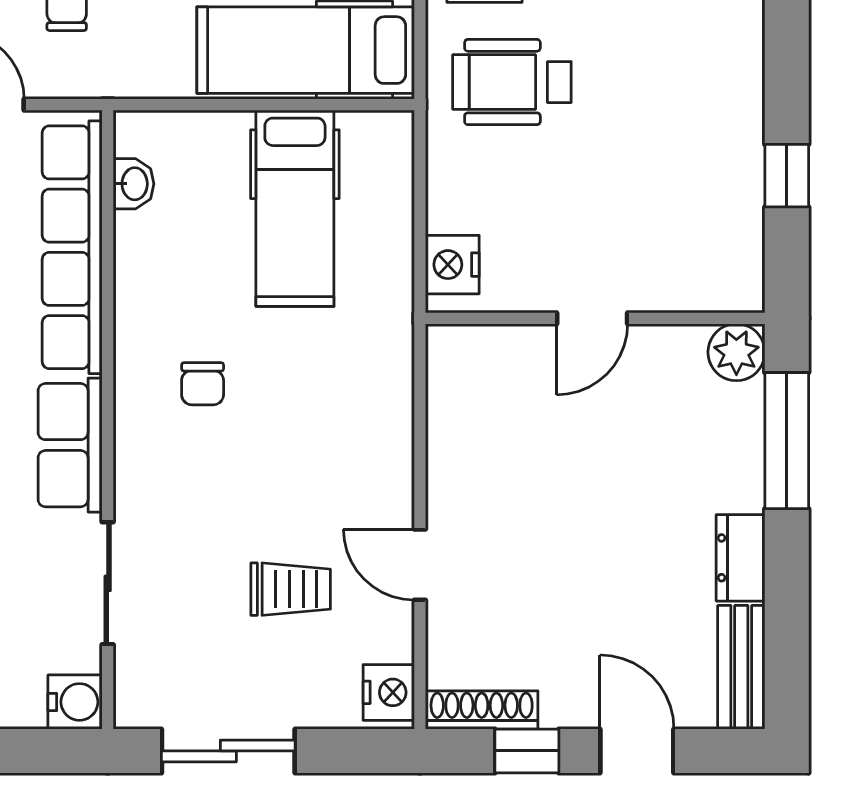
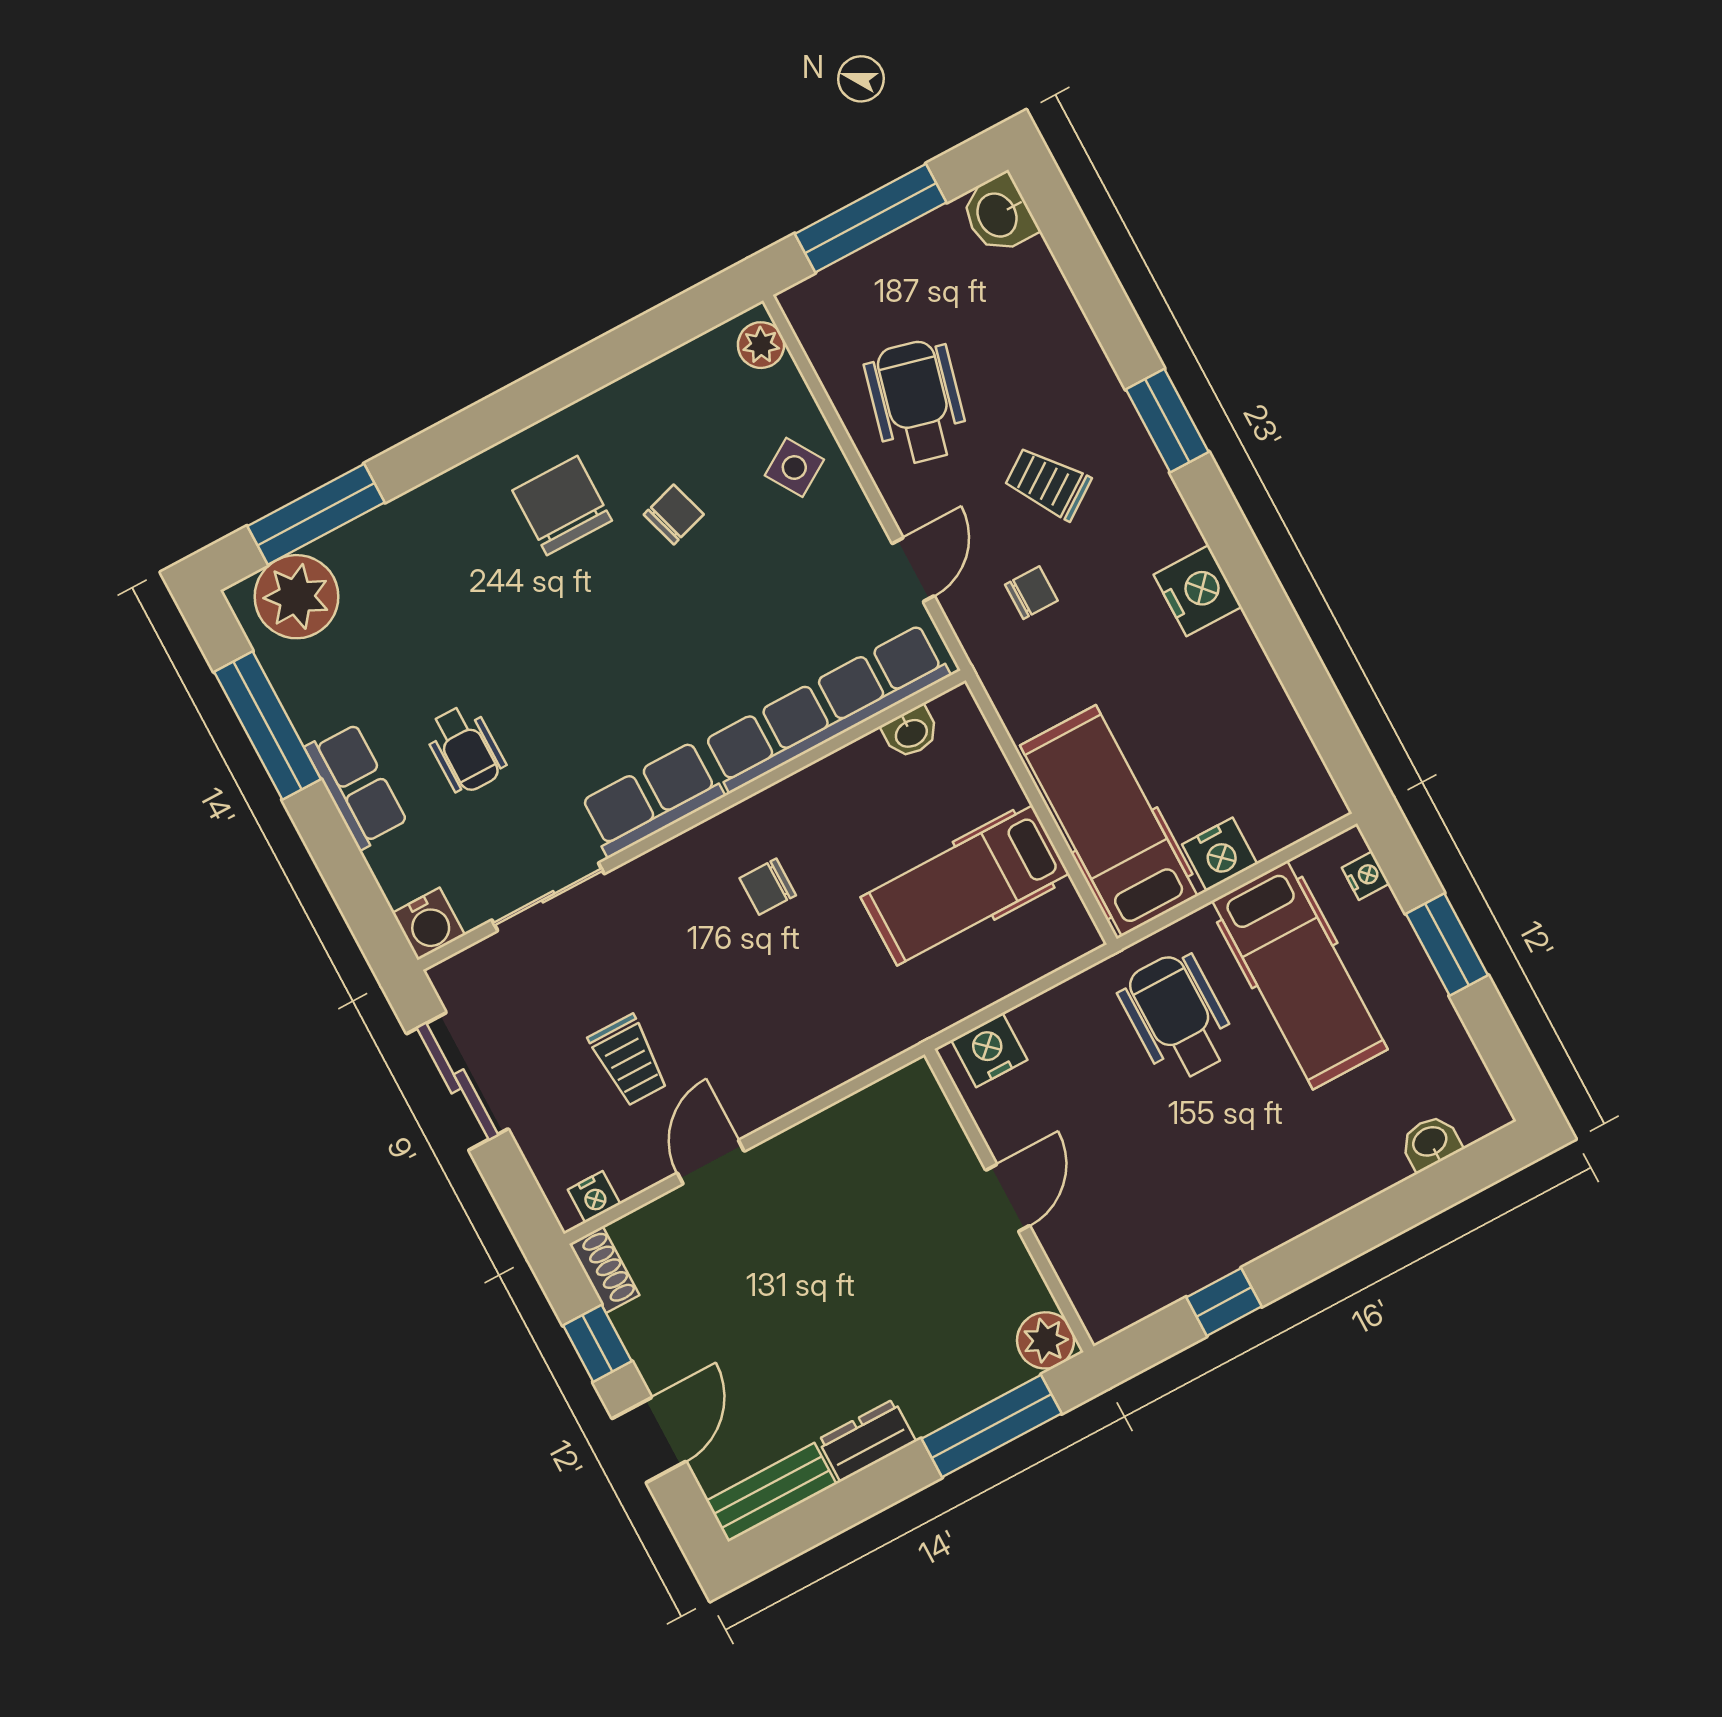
door: (592, 318) -> (1008, 1198), swing flipped
nightstand: (389, 692) -> (594, 1197), width x0.72, depth x0.74
shoe rack: (482, 710) -> (604, 1270), width x0.70

